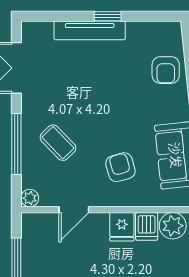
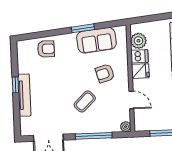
coffee table: (58, 143) -> (85, 101), moved

